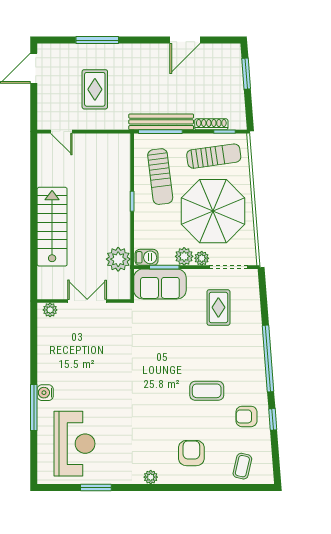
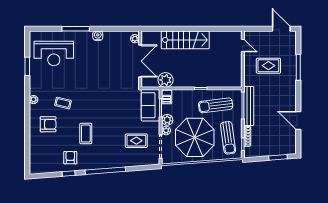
door: (61, 132) -> (243, 46), swing flipped
double door: (87, 301) -> (140, 61), width x1.37
water cooler: (45, 393) -> (98, 36), moved
coffee table: (242, 466) -> (63, 103), moved

